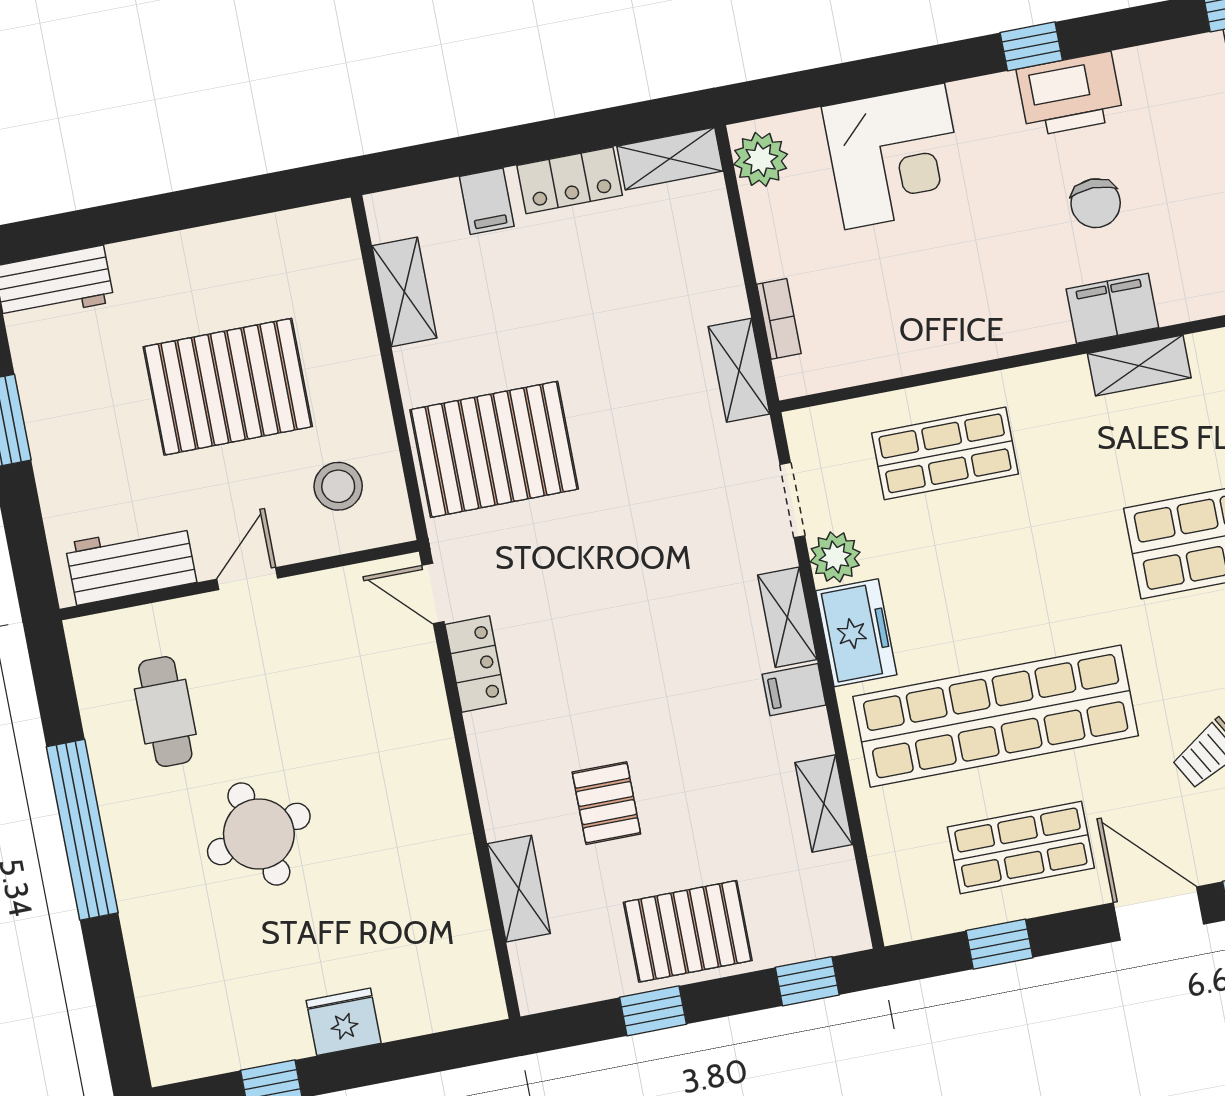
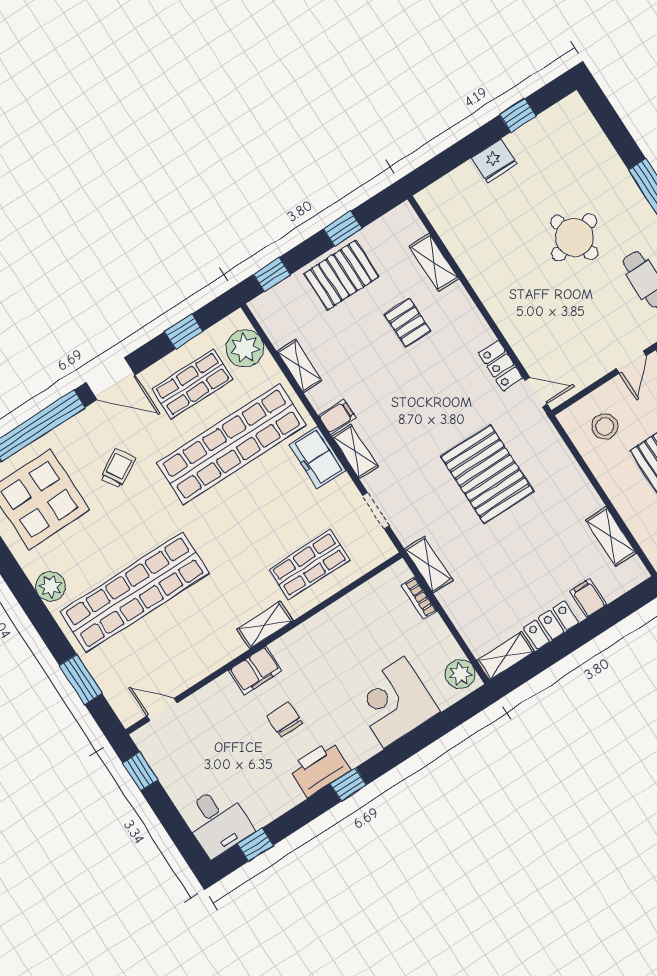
shelving: (1139, 366) -> (265, 625), moved
pallet: (494, 449) -> (487, 474), moved, turned 90
plant: (835, 557) -> (245, 348), moved, width x1.36, depth x1.36

